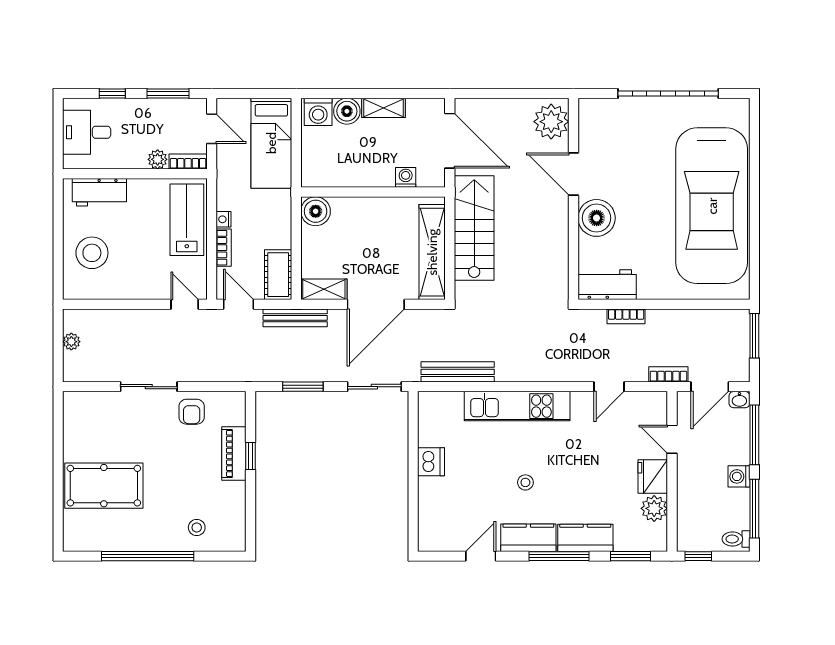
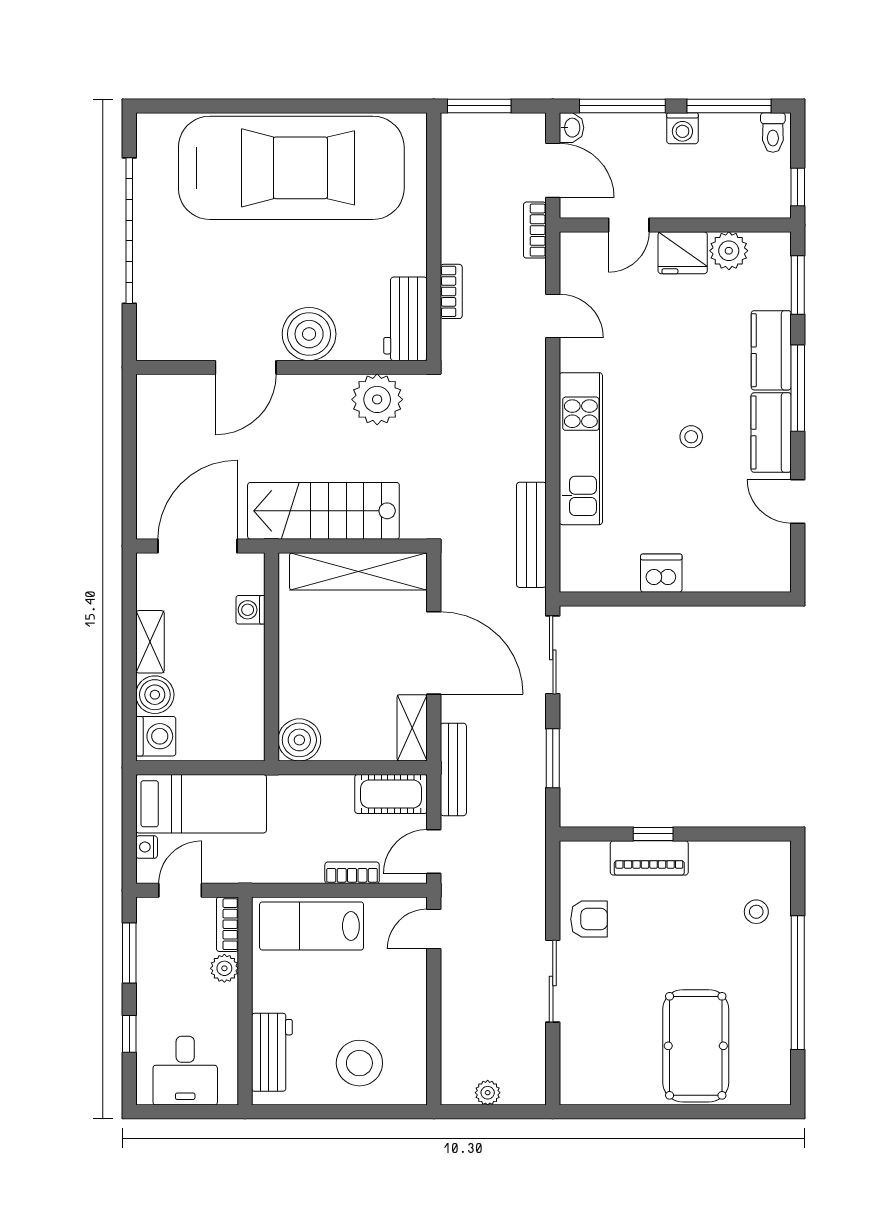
plant: (551, 122) -> (377, 399), moved
nightstand: (224, 219) -> (147, 847), moved, turned 90

